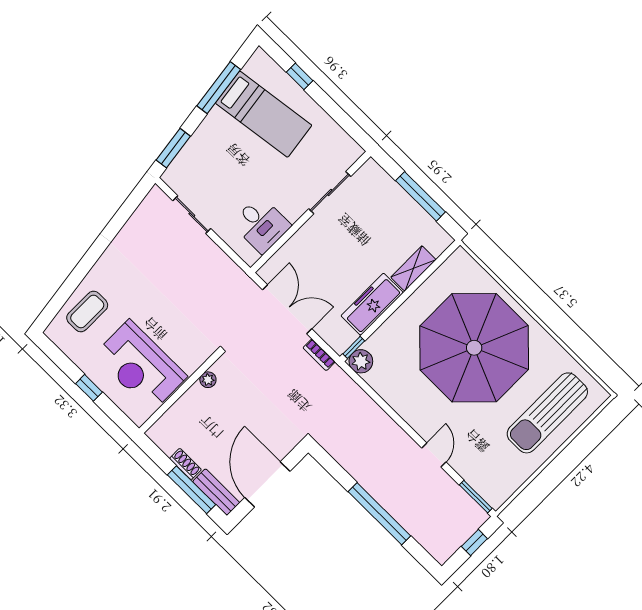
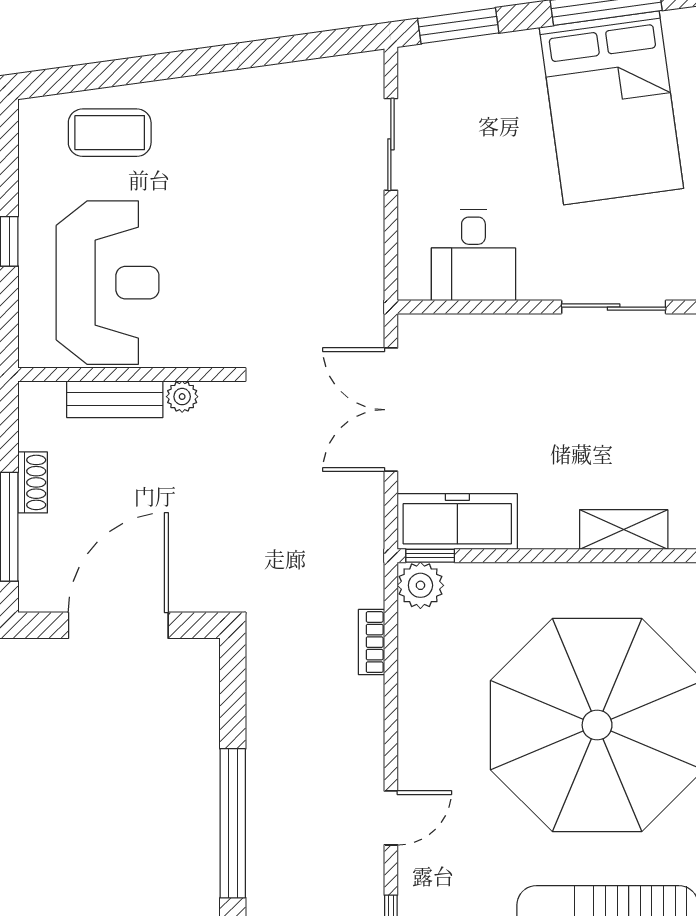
bed: (264, 114) -> (611, 108), width x1.50
freezer: (372, 304) -> (457, 522), moved
double door: (287, 309) -> (391, 410), swing flipped
bookcase: (319, 355) -> (372, 642), moved
reception desk: (140, 366) -> (108, 283), turned 180
bench: (216, 492) -> (115, 399), moved, turned 90

